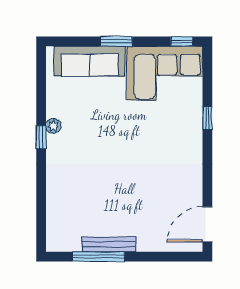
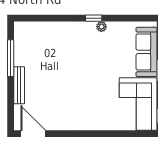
window: (207, 118) -> (107, 134), removed
bench: (109, 244) -> (19, 85), moved

